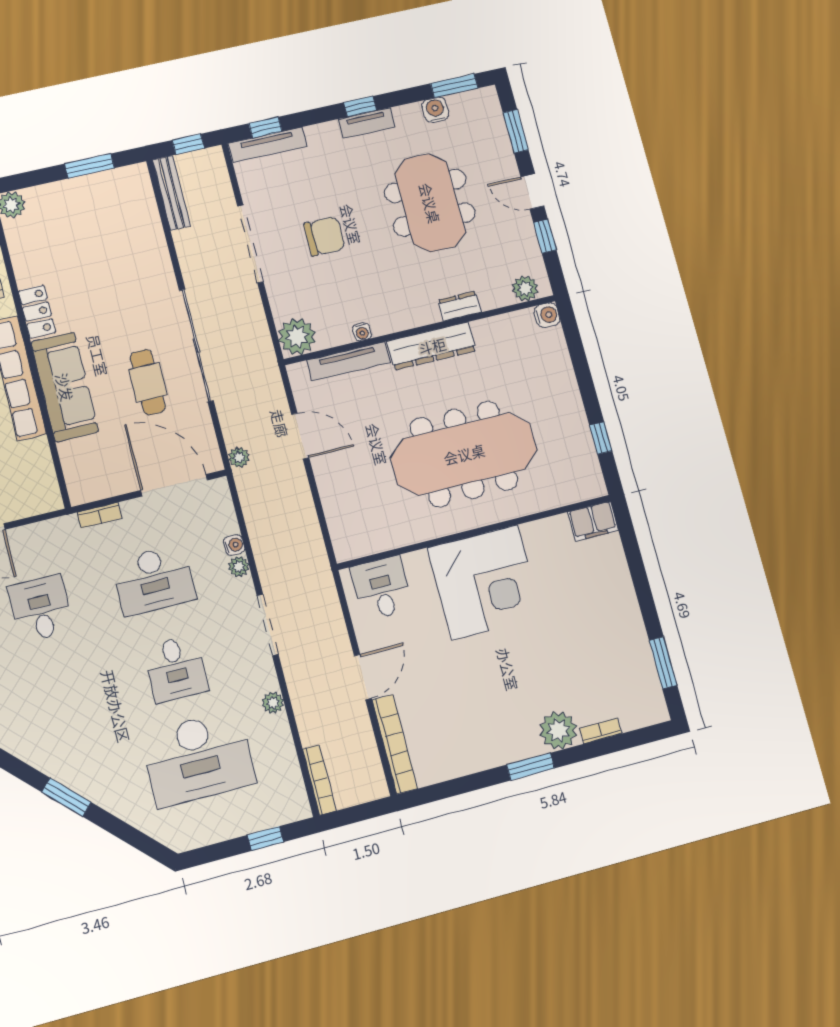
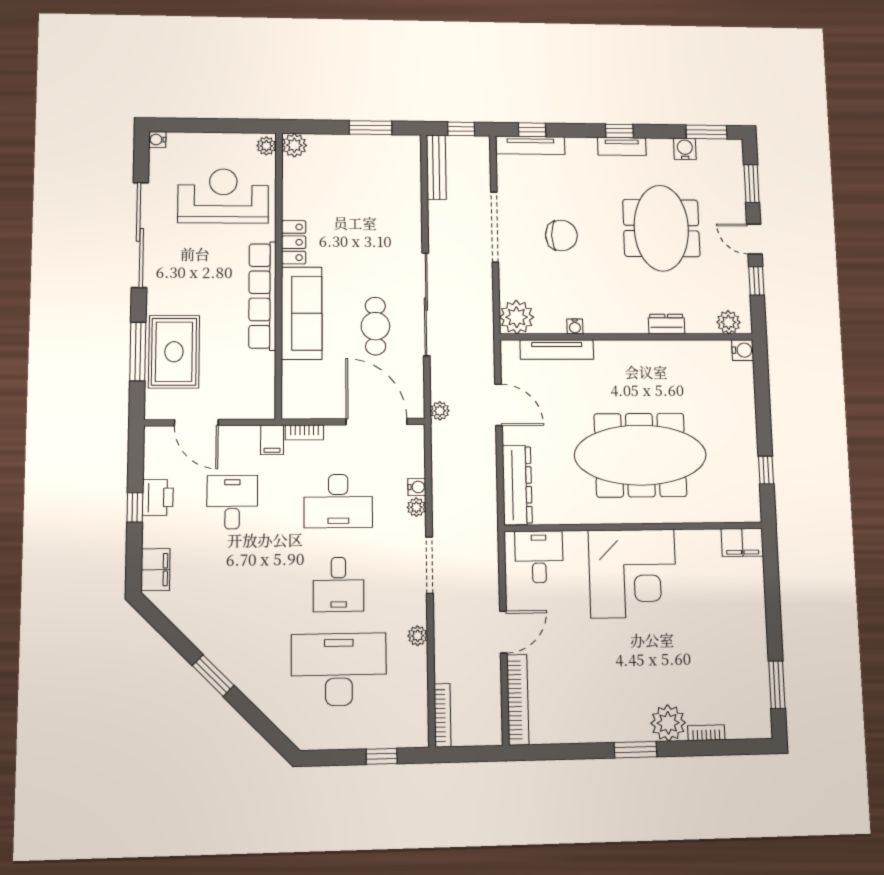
dresser: (432, 346) -> (517, 485), moved, turned -90
filing cabinet: (67, 531) -> (272, 440), added
desk: (198, 758) -> (339, 669), turned 180

